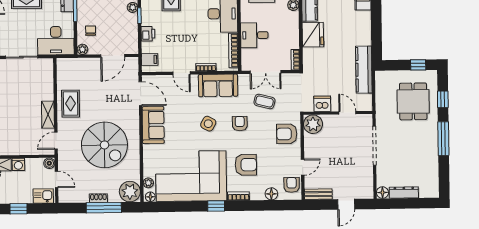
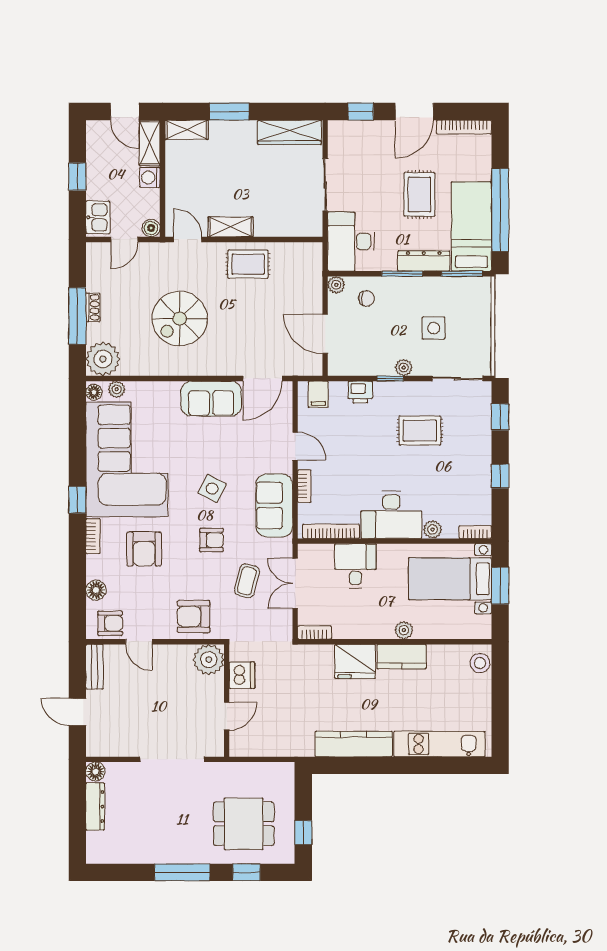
kitchen counter: (364, 70) -> (354, 744), moved
door: (182, 73) -> (295, 446), swing flipped
armchair: (287, 134) -> (194, 617), turned -90
spiral stairs: (104, 145) -> (180, 319), width x0.73, depth x0.73

